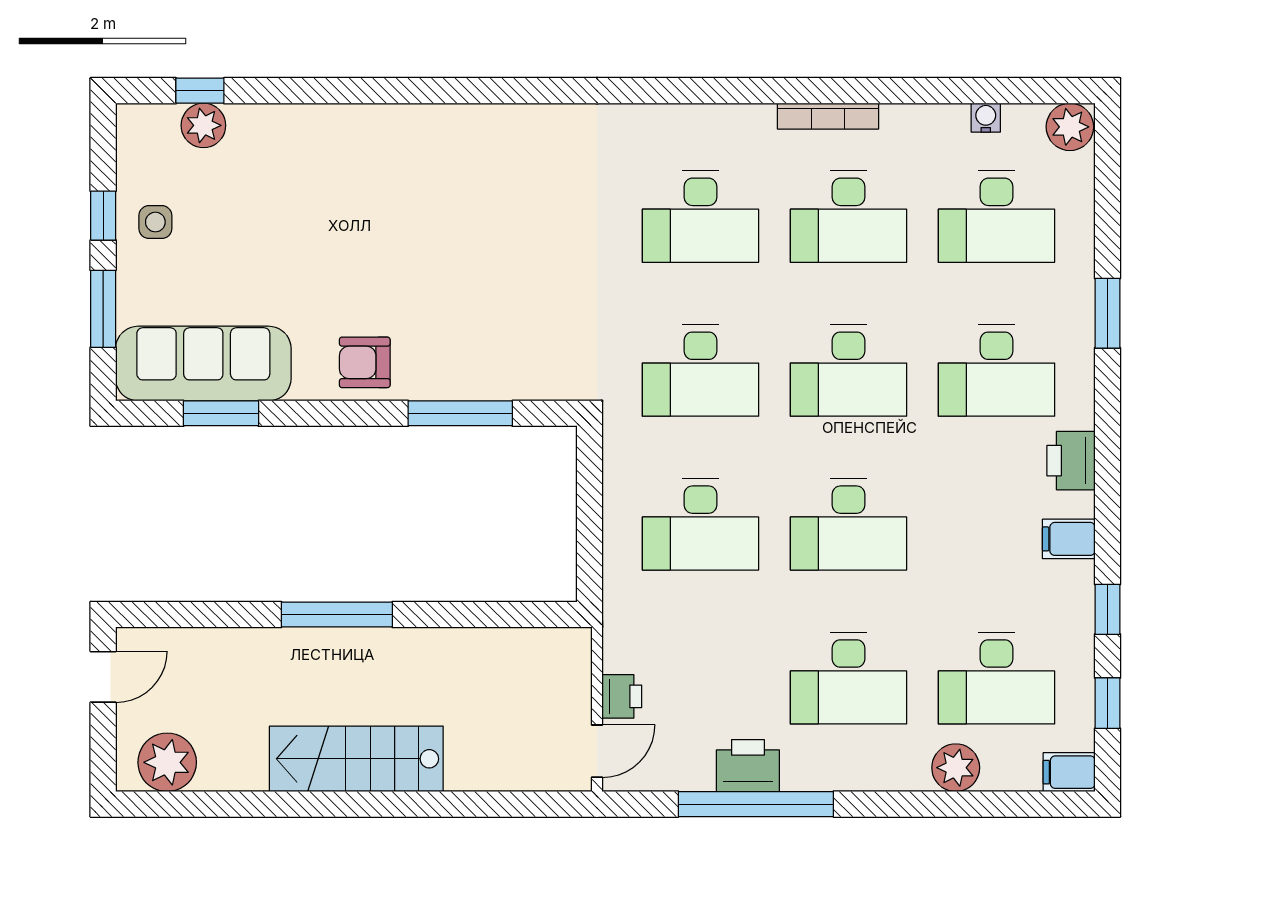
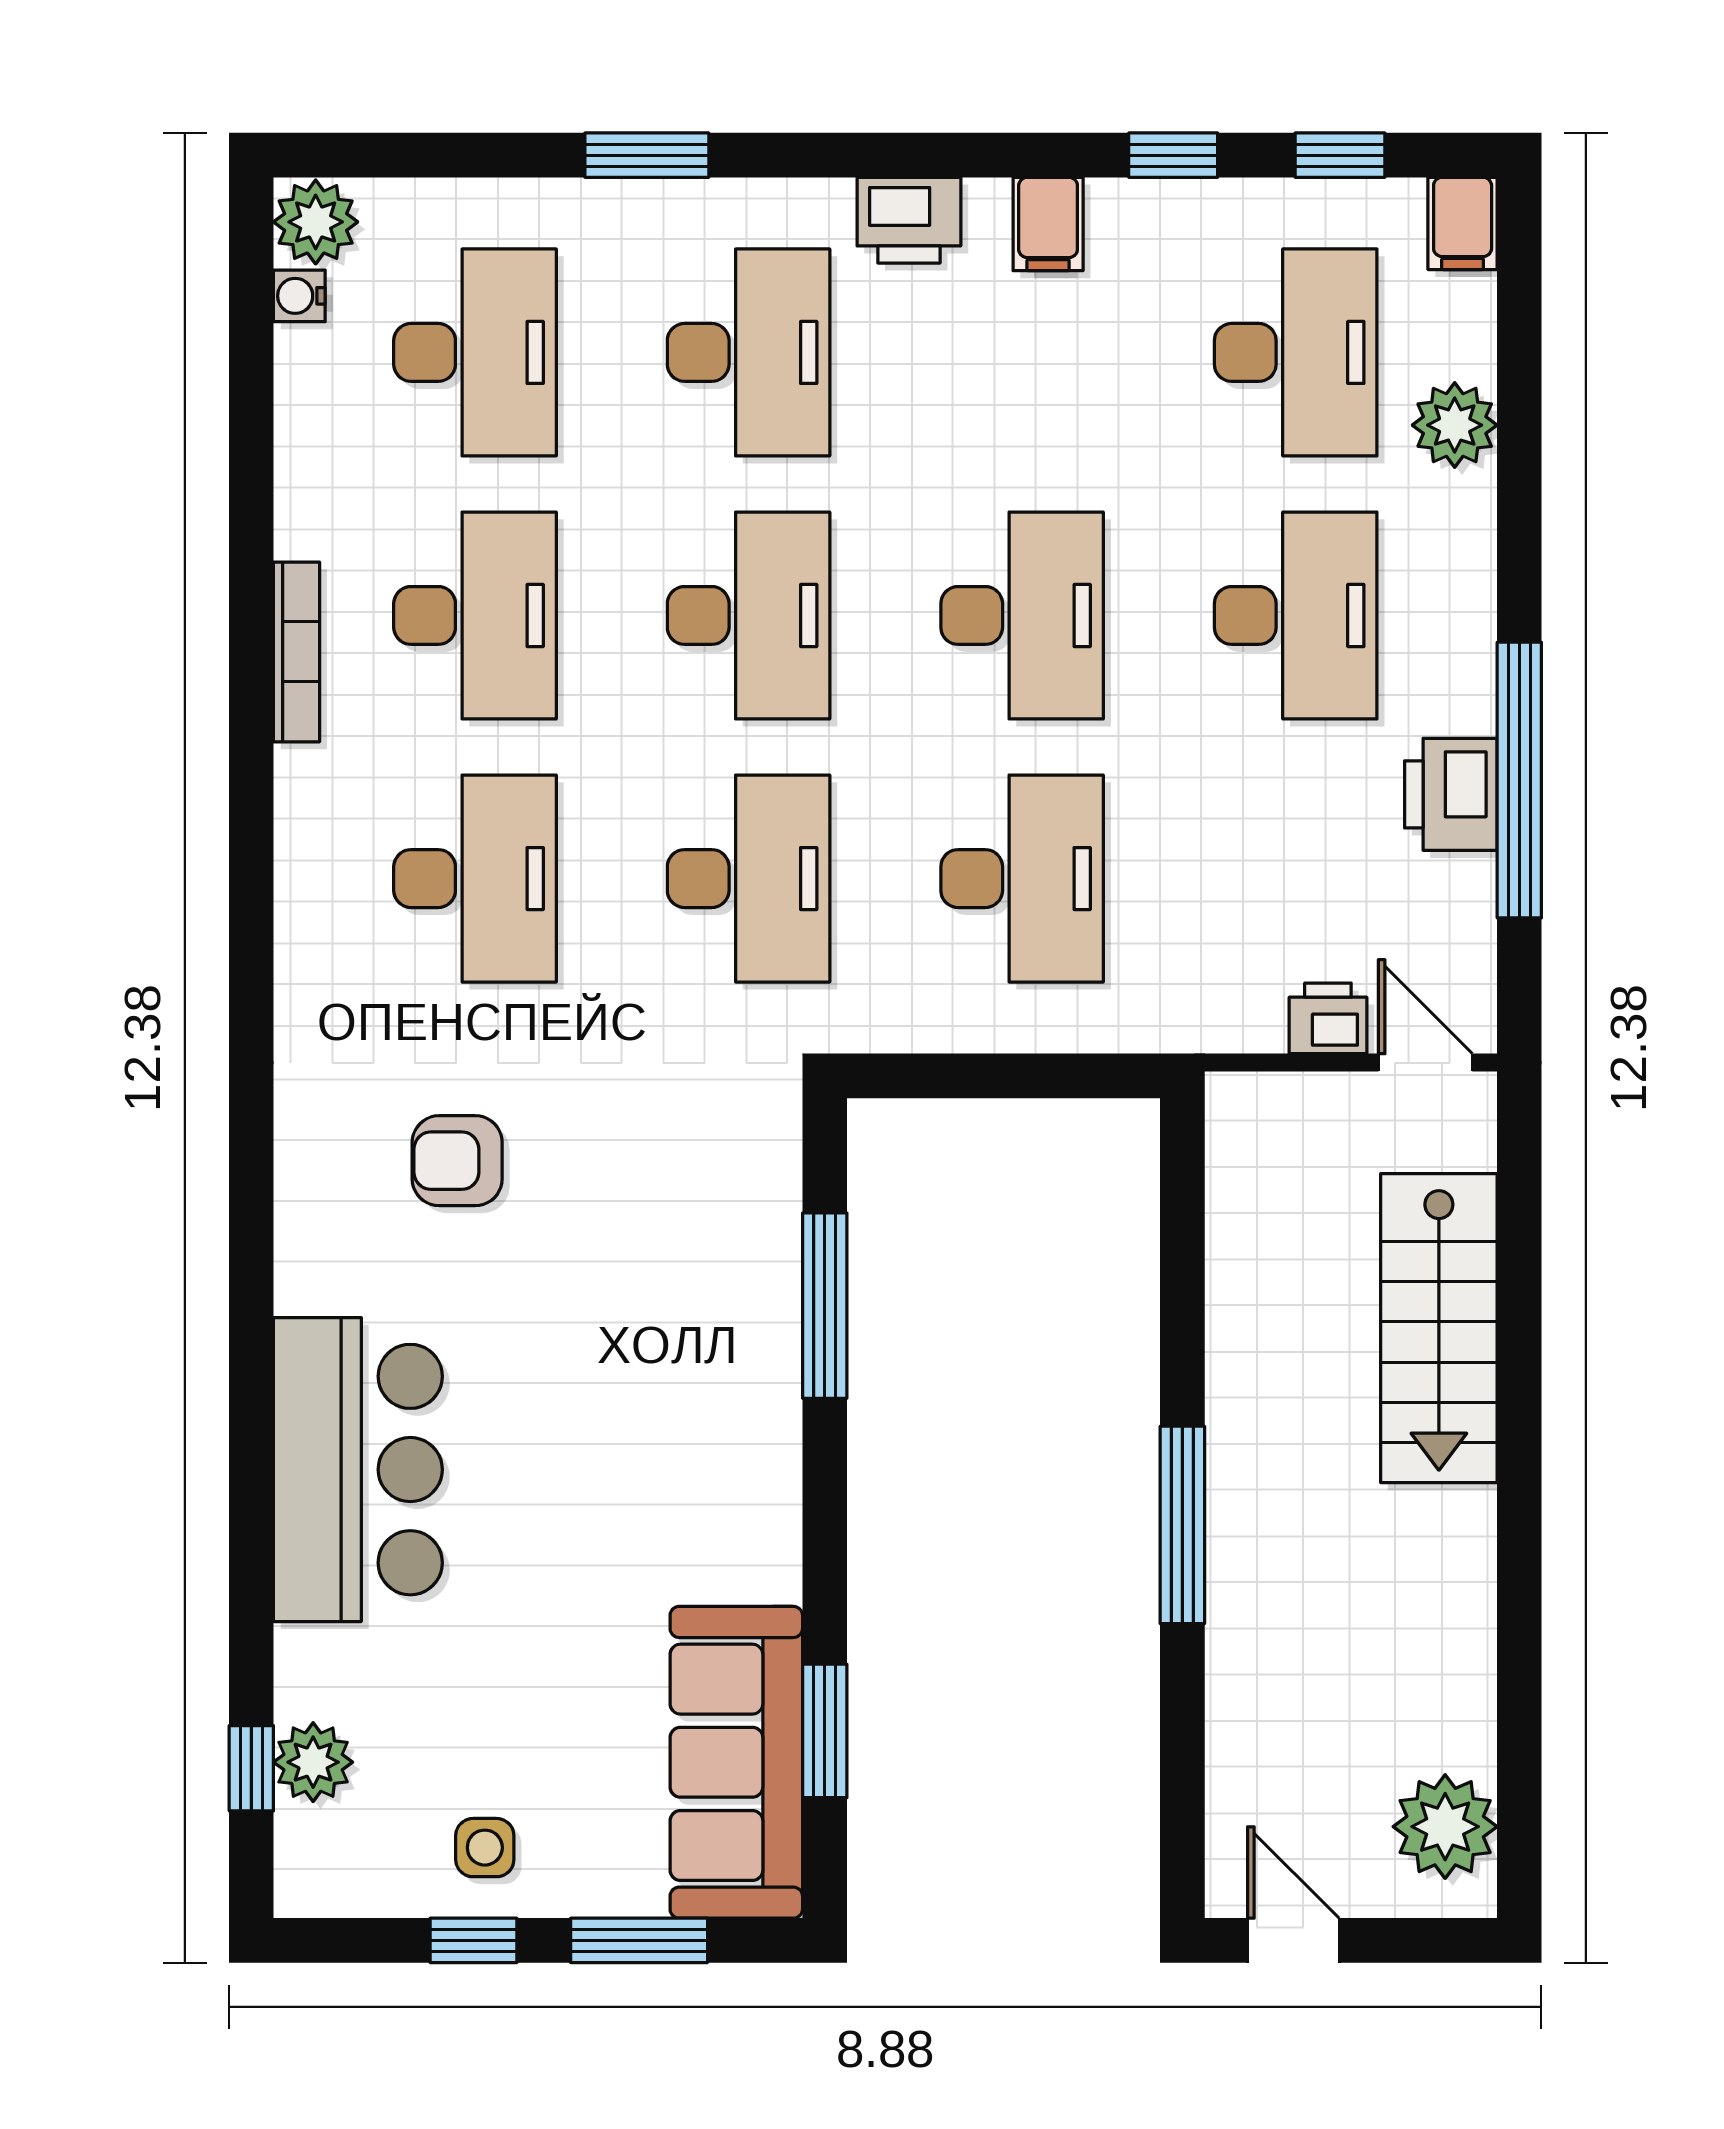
water cooler: (986, 118) -> (299, 296), moved
bar counter: (368, 151) -> (358, 1470), added
armchair: (365, 362) -> (457, 1161), moved, turned 90
stairs: (356, 759) -> (1439, 1328), moved

